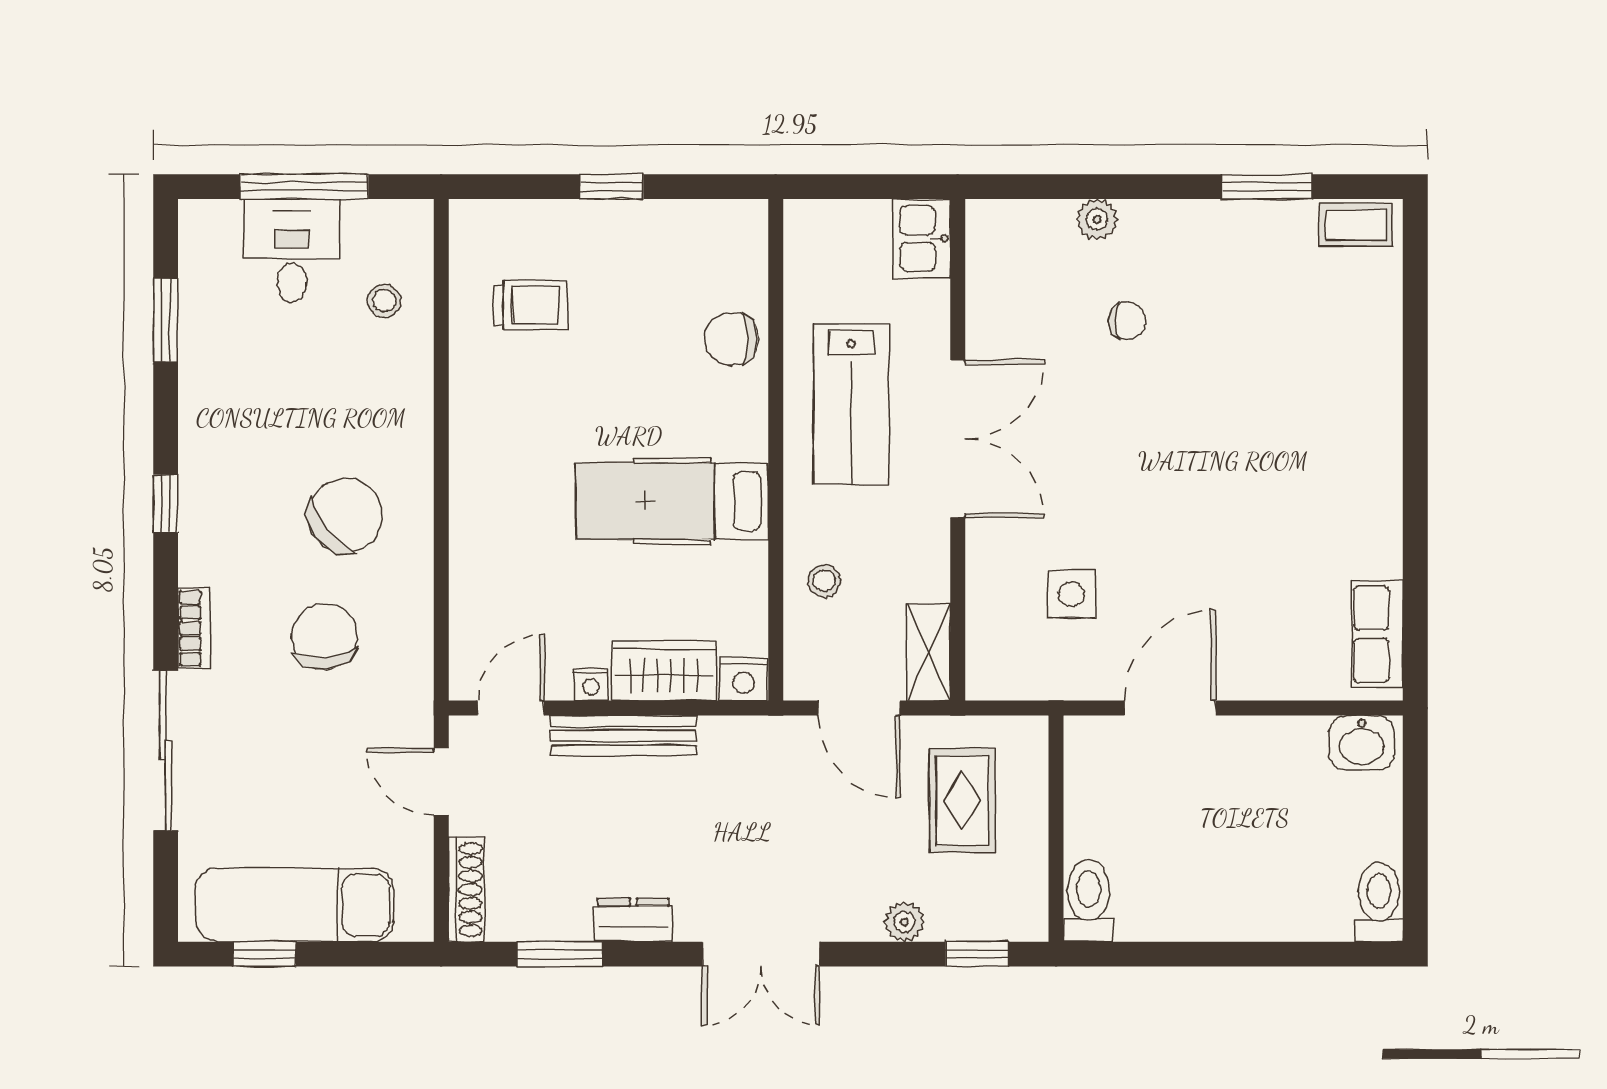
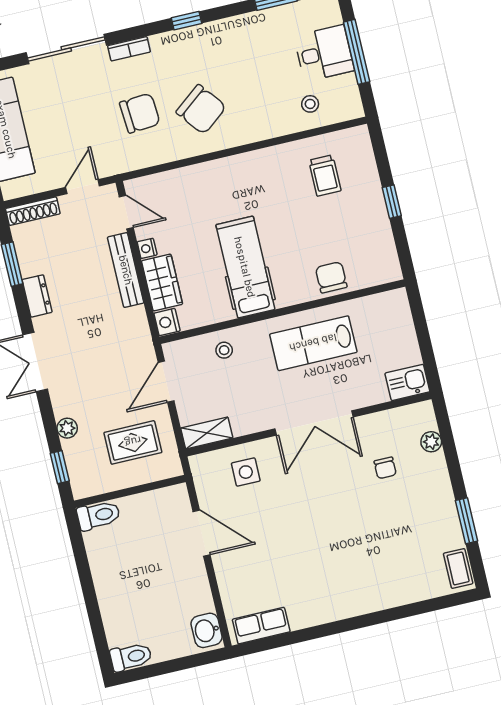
kitchen sink: (922, 238) -> (407, 382), moved
double door: (958, 439) -> (314, 423), moved
wall: (958, 450) -> (309, 424), moved
shelving: (928, 652) -> (207, 433), moved

